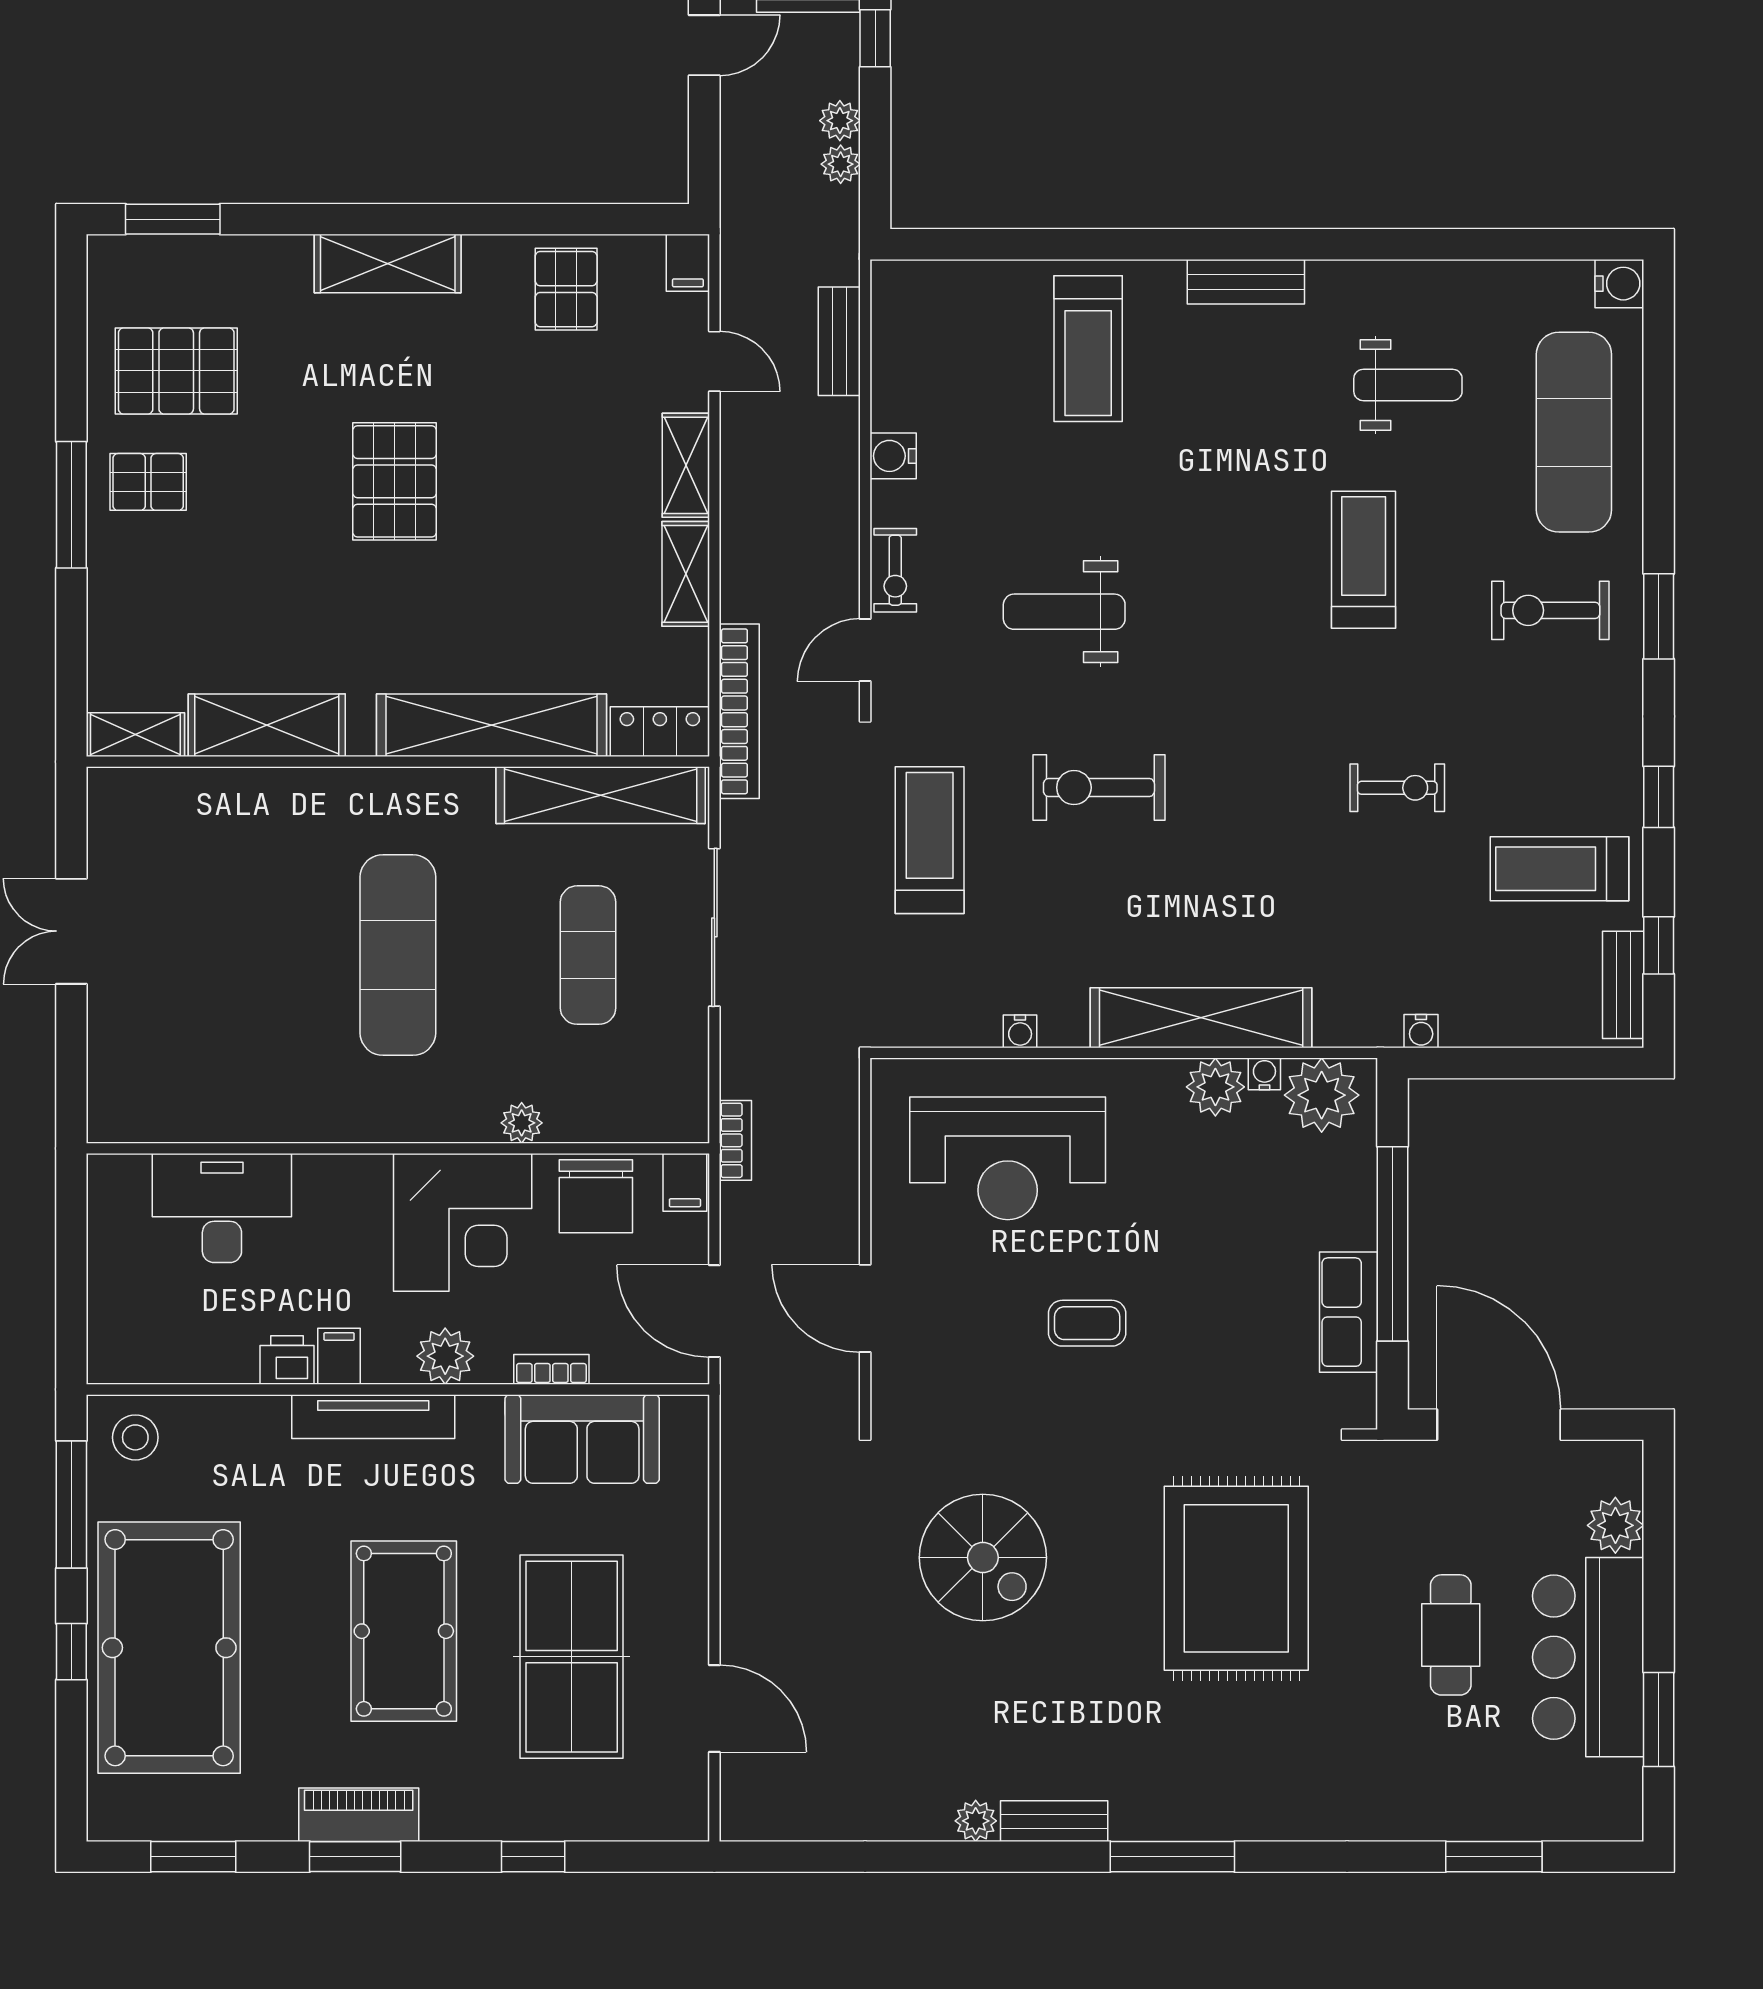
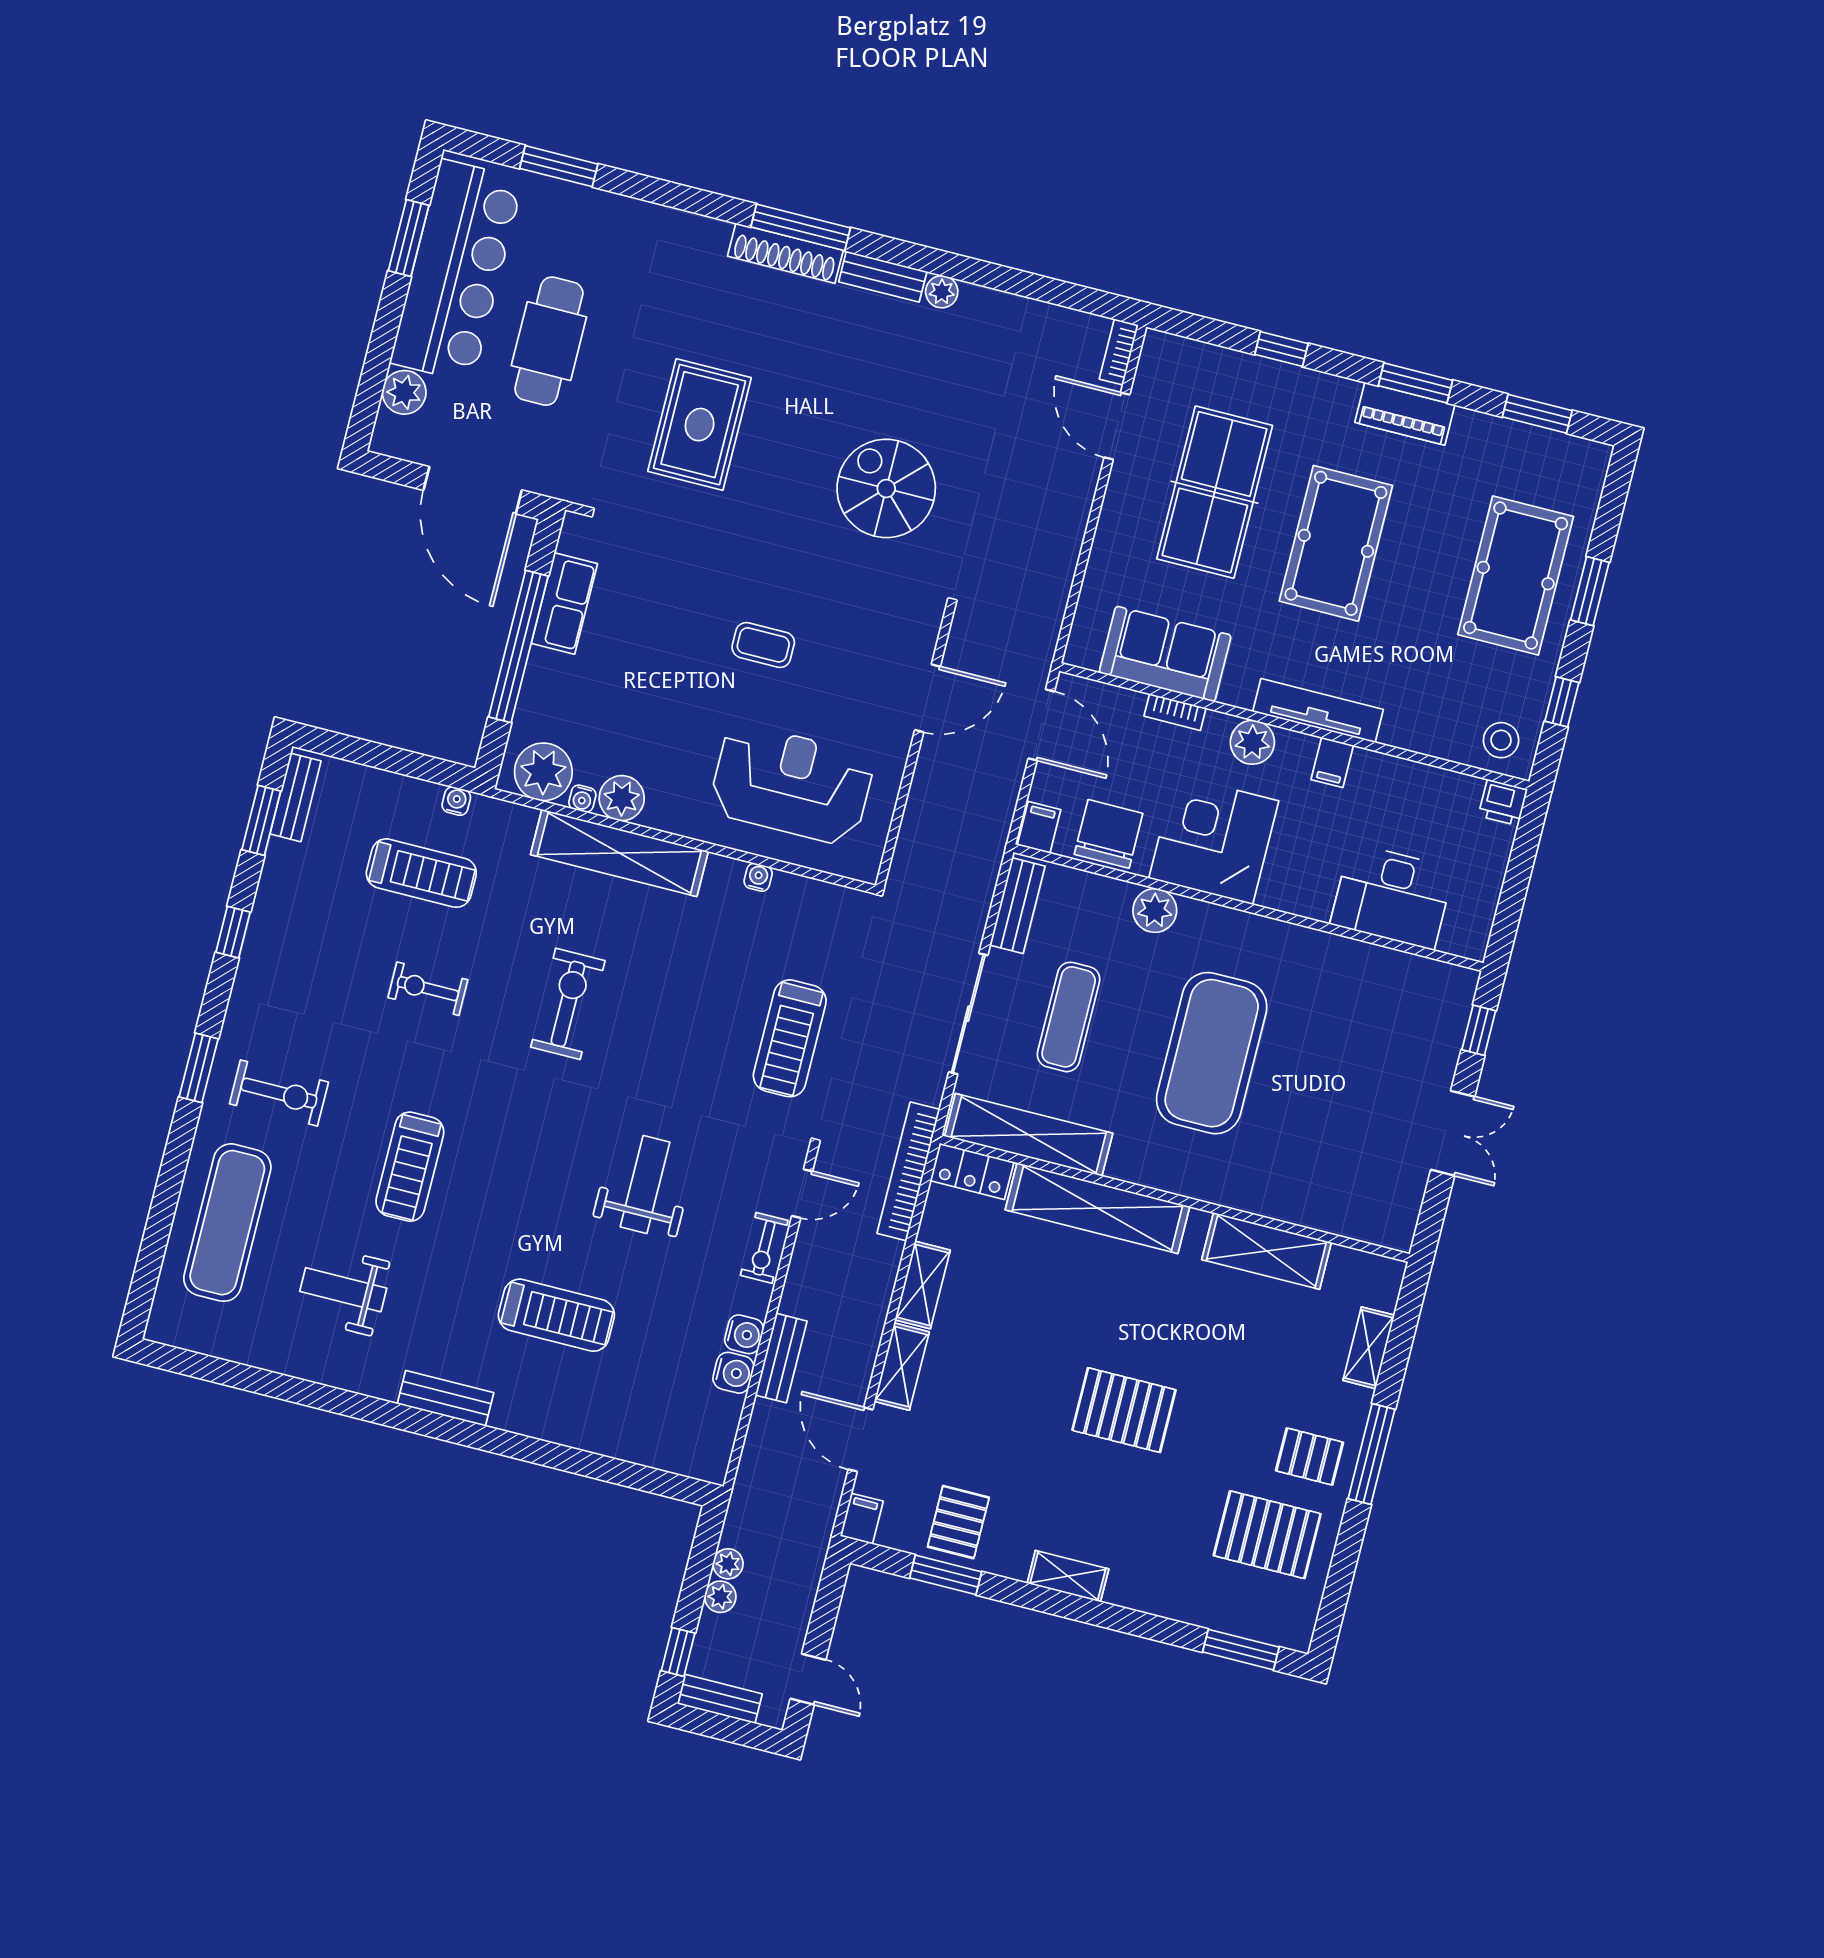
door: (704, 45) -> (808, 1679), swing flipped
window: (565, 219) -> (946, 1575), added
shelving: (388, 263) -> (1068, 1576), width x0.67, depth x0.75
water cooler: (1619, 284) -> (733, 1373), moved, turned 180
bench: (839, 341) -> (781, 1358), moved
treadmill: (1088, 349) -> (556, 1315), moved, turned 90
door: (714, 361) -> (861, 1439), width x1.38
pallet: (395, 481) -> (1124, 1410), turned 90
exercise bike: (895, 570) -> (764, 1248), turned 180
weight bench: (1064, 612) -> (645, 1185), turned -90
shelving: (135, 735) -> (1369, 1348), moved, turned 90
exercise bike: (1099, 788) -> (568, 1004), moved, turned -90
treadmill: (1560, 869) -> (421, 873), moved
window: (1659, 945) -> (261, 820), width x1.50
exercise mat: (398, 955) -> (1212, 1053), width x1.47
window: (71, 1068) -> (1479, 1030), added
bench: (687, 1078) -> (1017, 906), added
plant: (522, 1123) -> (1155, 910), width x1.38, depth x1.38
bookcase: (735, 1140) -> (1119, 352), moved
door: (865, 1308) -> (927, 698), hinge flipped
printer: (287, 1360) -> (1503, 803), moved
window: (71, 1505) -> (1562, 702), width x0.46
rug: (1236, 1578) -> (700, 425), width x0.73, depth x0.69
cafe table: (1451, 1635) -> (549, 341), width x1.37, depth x1.35
pool table: (169, 1648) -> (1516, 576), width x0.73, depth x0.76
window: (71, 1652) -> (1590, 591), width x1.50
bar counter: (1588, 1657) -> (457, 271), width x1.36
shoe rack: (1183, 1820) -> (785, 253), added

